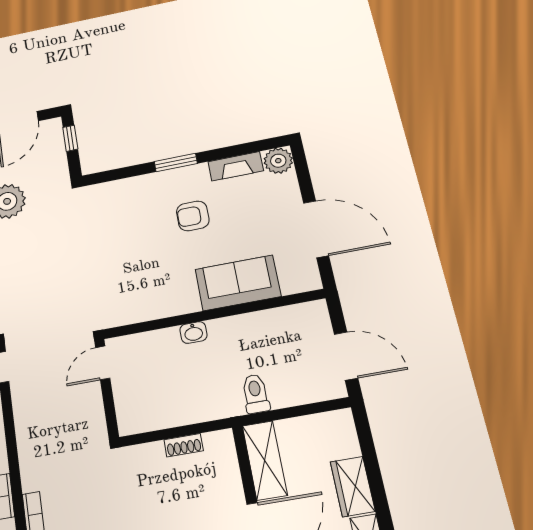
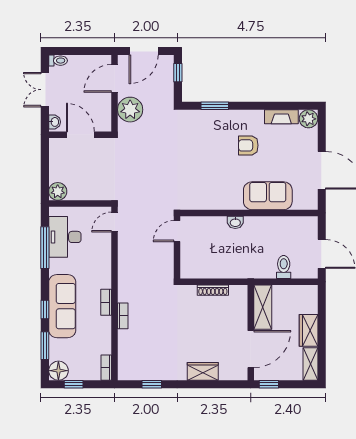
window: (176, 162) -> (215, 106), moved
toilet: (256, 394) -> (284, 267), moved
shoe rack: (184, 445) -> (213, 290), width x1.43

